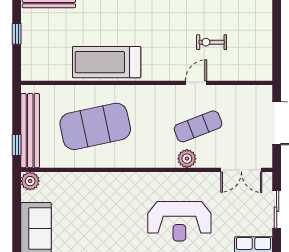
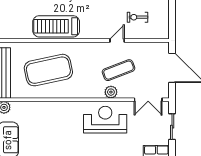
exercise bike: (212, 42) -> (137, 17), moved
reception desk: (179, 221) -> (105, 120), moved, turned 180

